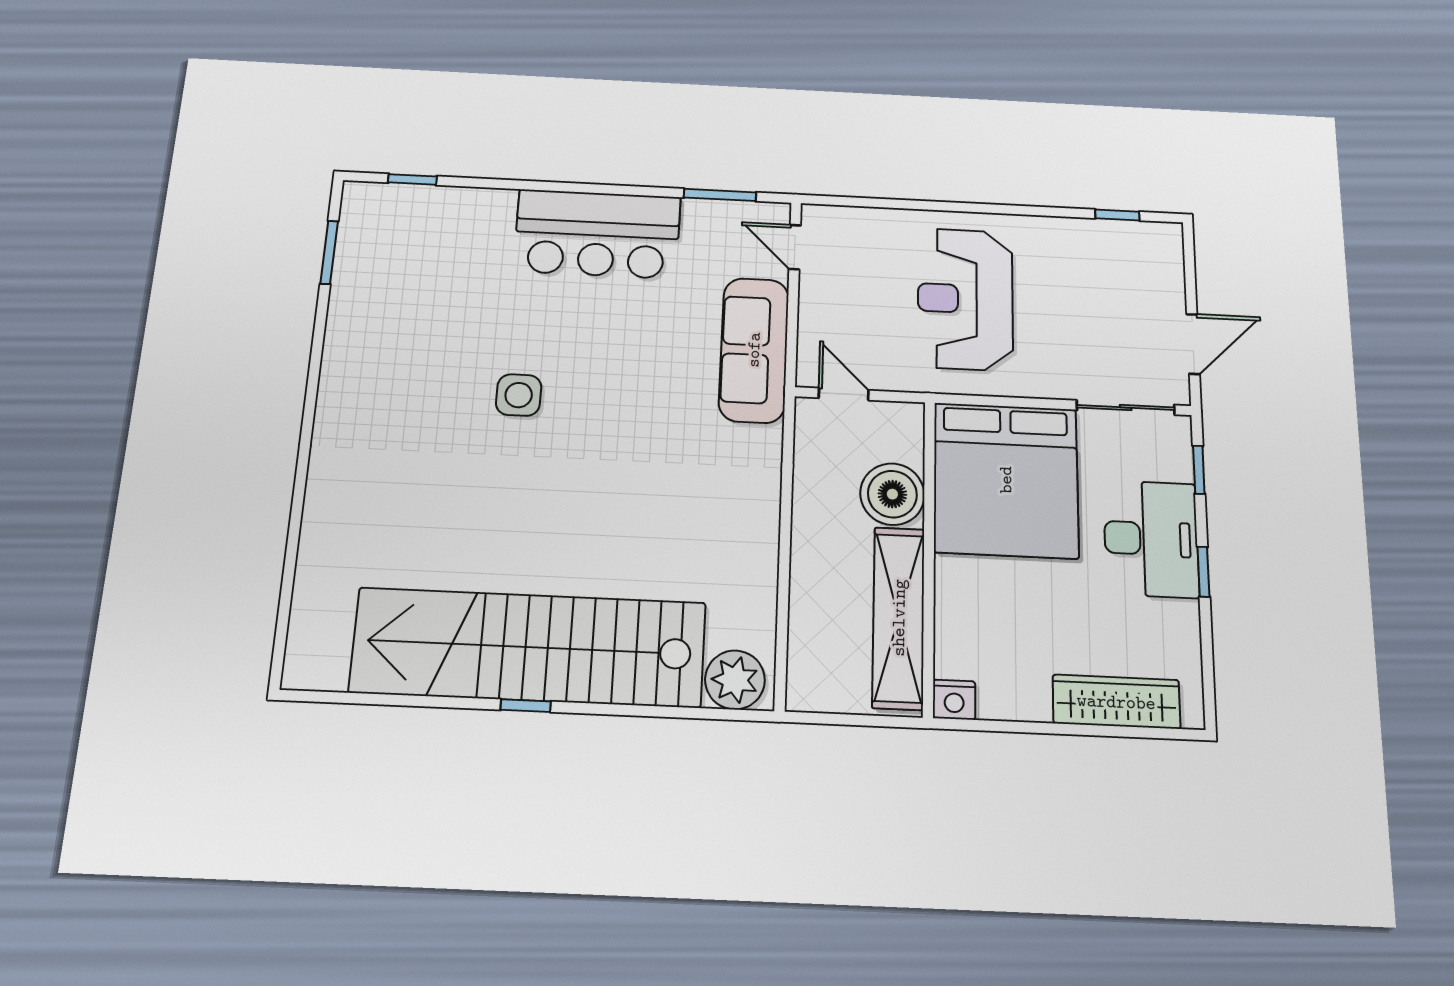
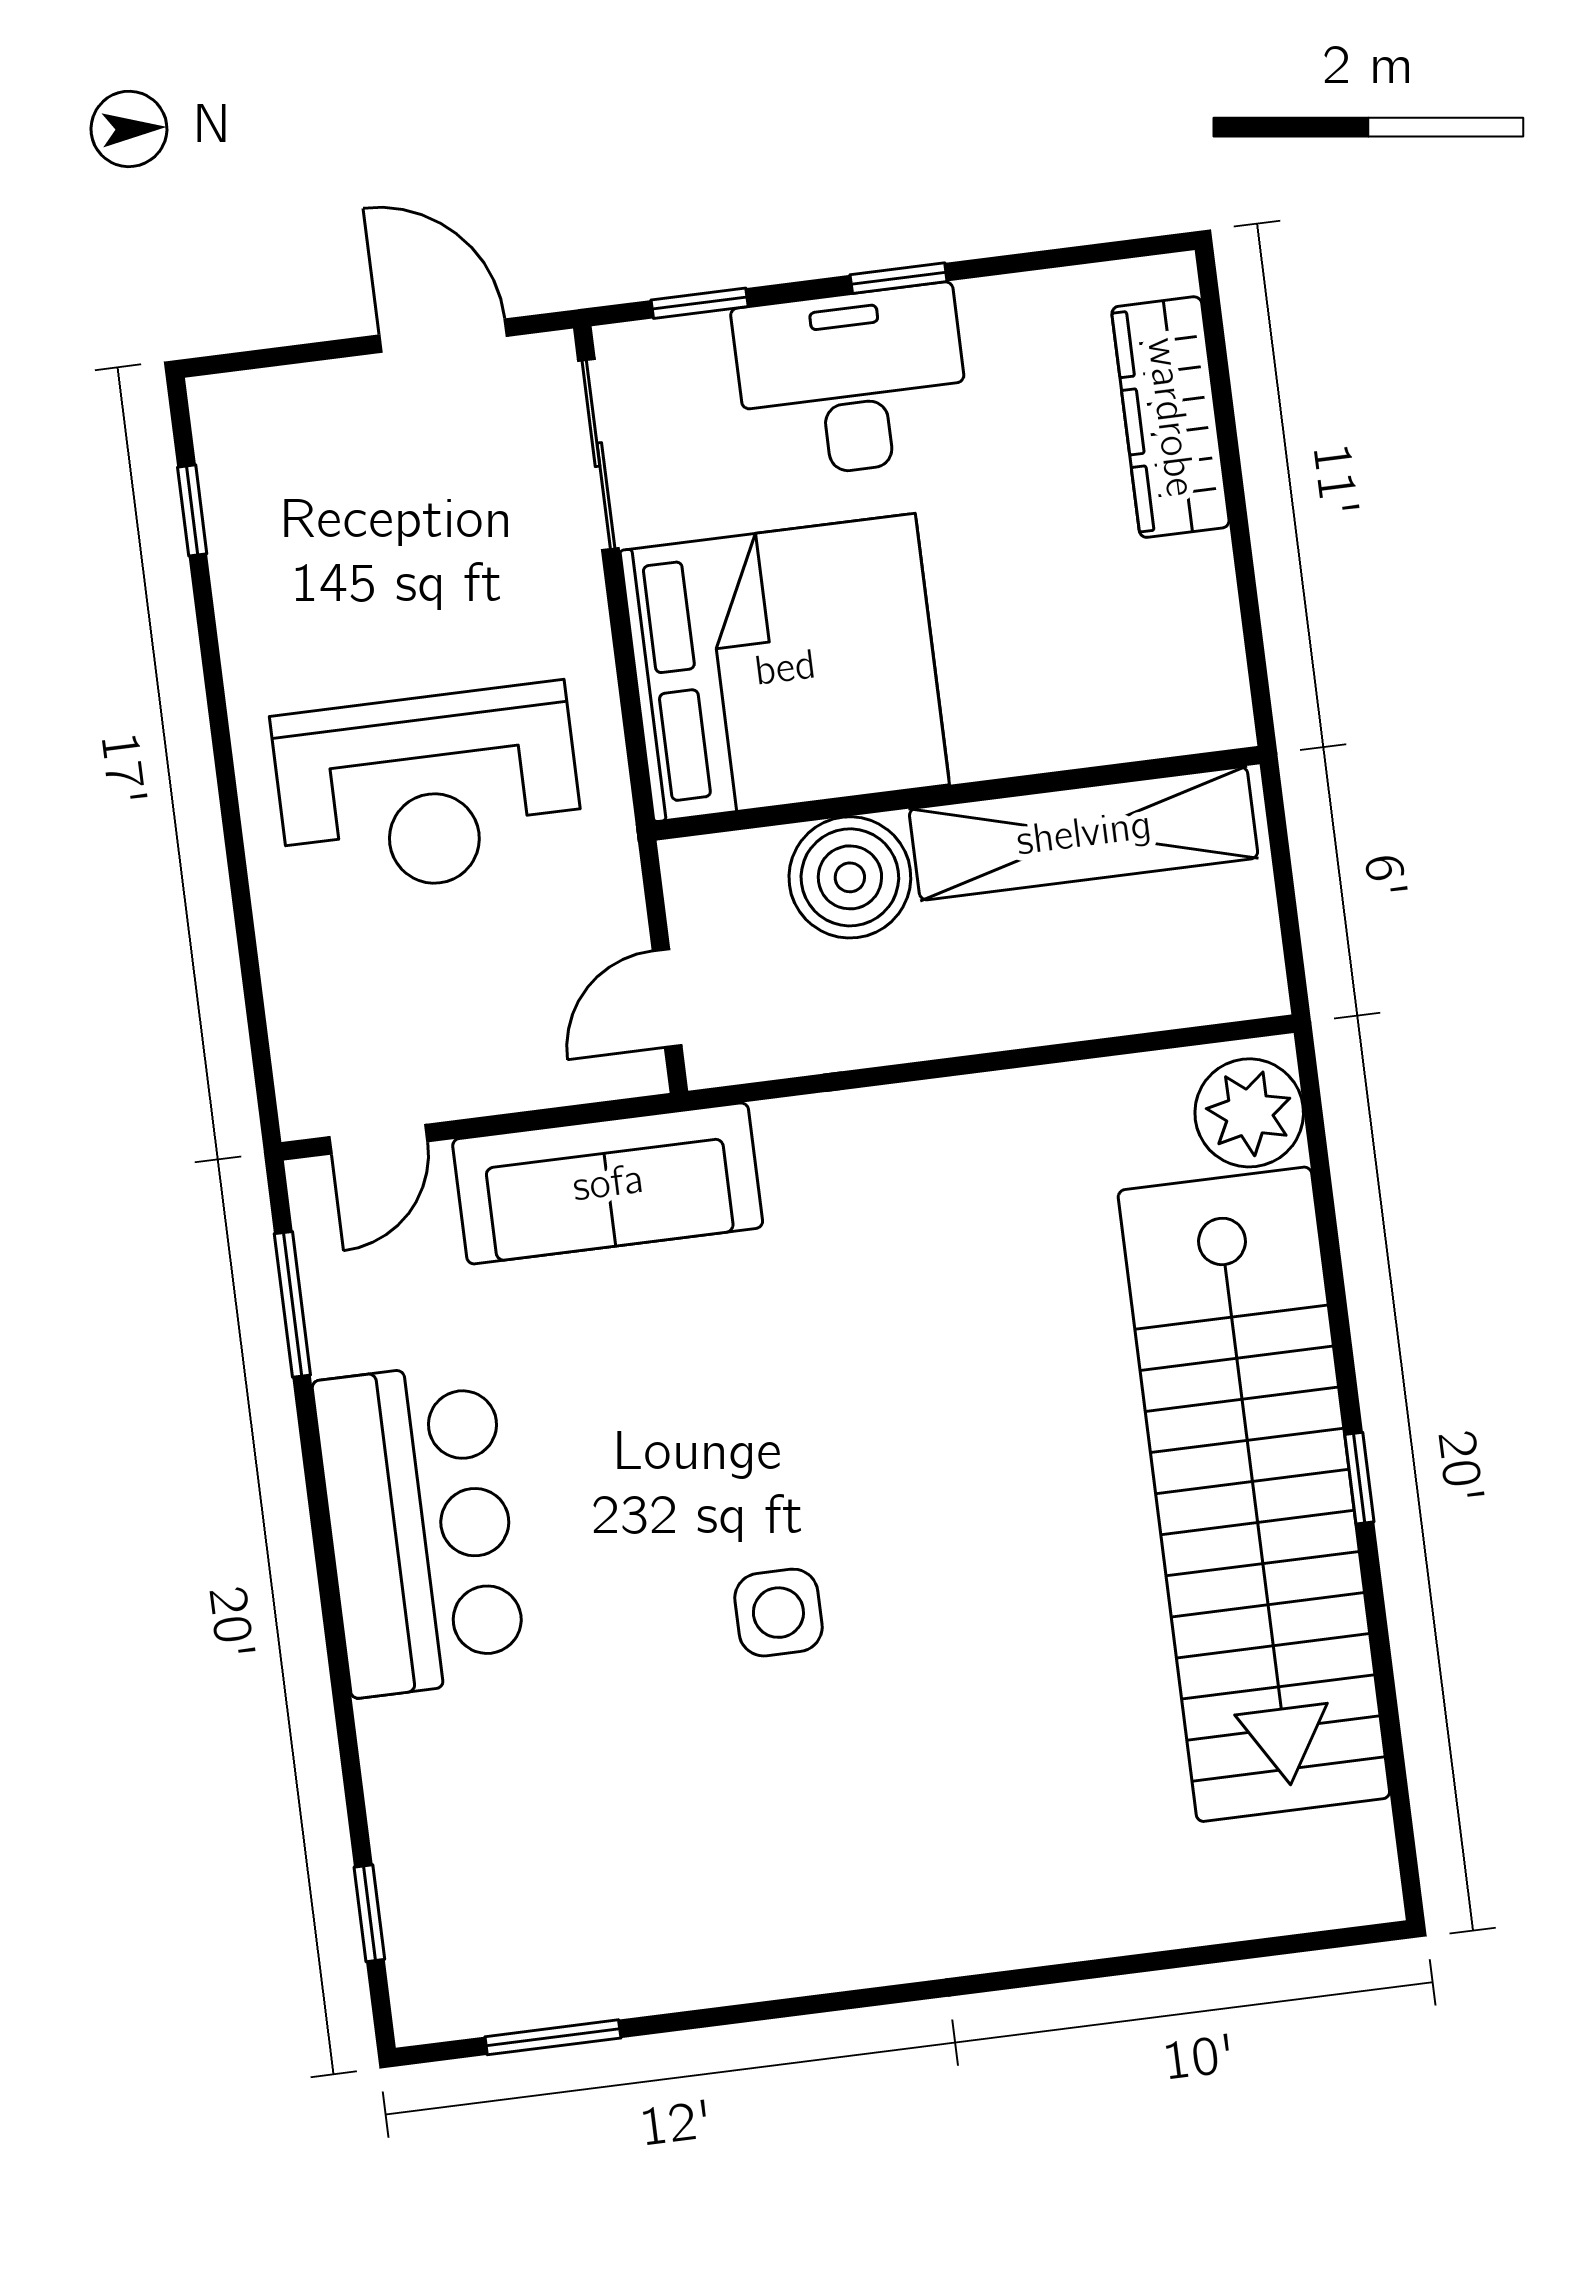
nightstand: (954, 700) -> (1217, 712), removed

